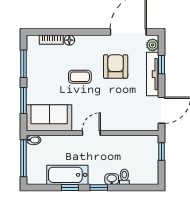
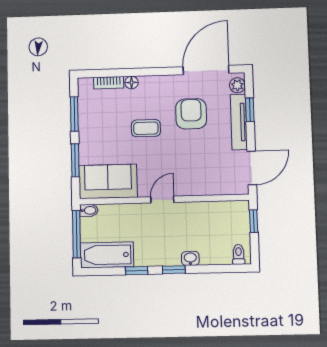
bathtub: (67, 175) -> (107, 255), moved
toilet: (124, 177) -> (239, 254), moved

